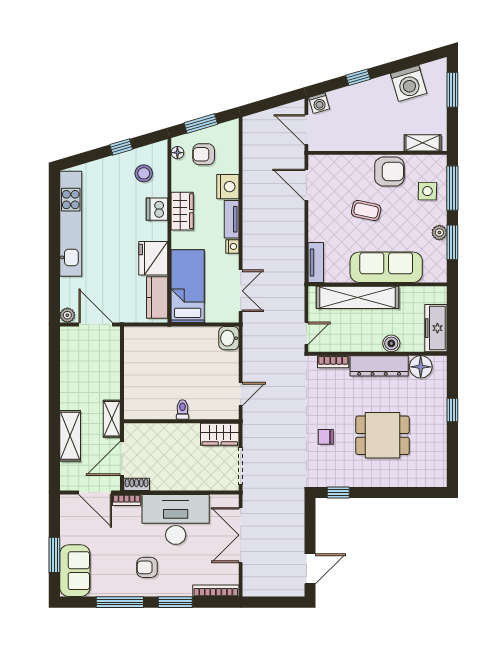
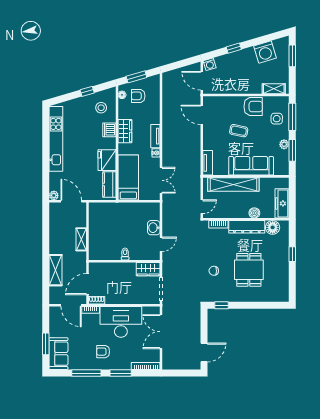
nightstand: (228, 187) -> (153, 116), removed
washbasin: (229, 338) -> (154, 228), moved
shelving: (112, 419) -> (81, 239), moved
dining table: (382, 435) -> (249, 270), turned 90

